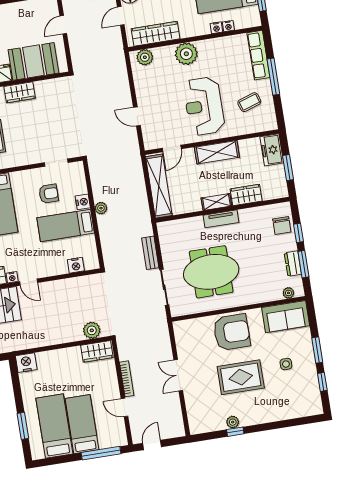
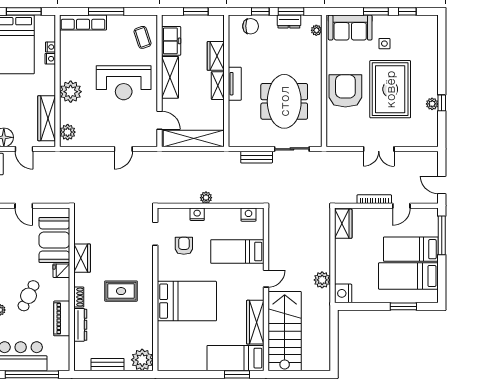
coffee table: (249, 102) -> (143, 37), moved
freezer: (272, 150) -> (171, 41), moved, turned -90
bed: (66, 225) -> (237, 252), moved, turned 90
nightstand: (76, 265) -> (249, 215), moved, turned -90
nightstand: (12, 277) -> (259, 294), removed
sofa: (286, 317) -> (350, 28), moved, turned 90
plant: (92, 330) -> (322, 280), moved
rug: (241, 377) -> (390, 89), width x1.37, depth x1.44

